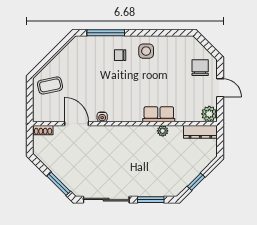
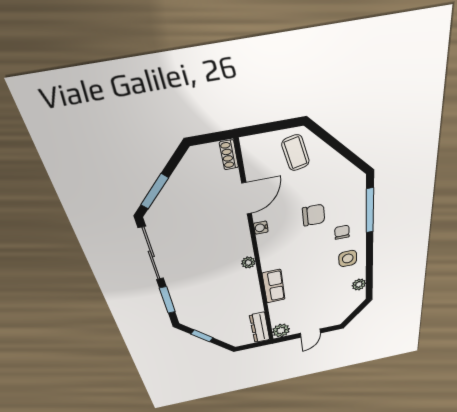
plant: (175, 42) -> (359, 284), added
chair: (200, 68) -> (314, 215), moved
plant: (163, 131) -> (248, 263), moved

